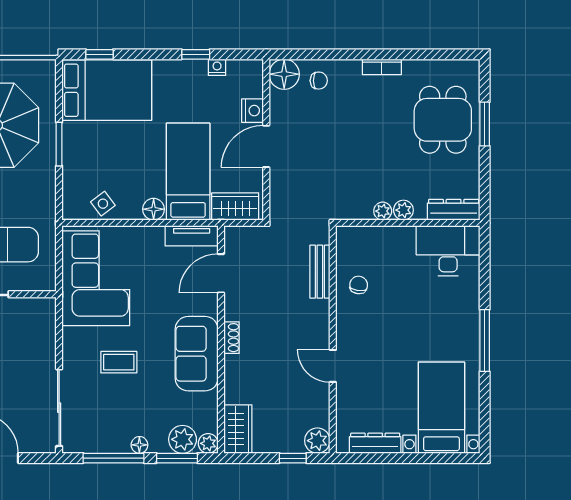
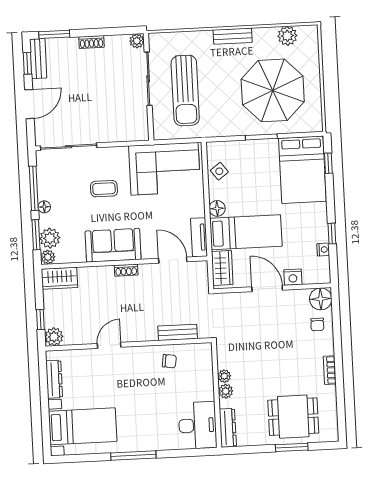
coffee table: (119, 362) -> (104, 189), turned 90

